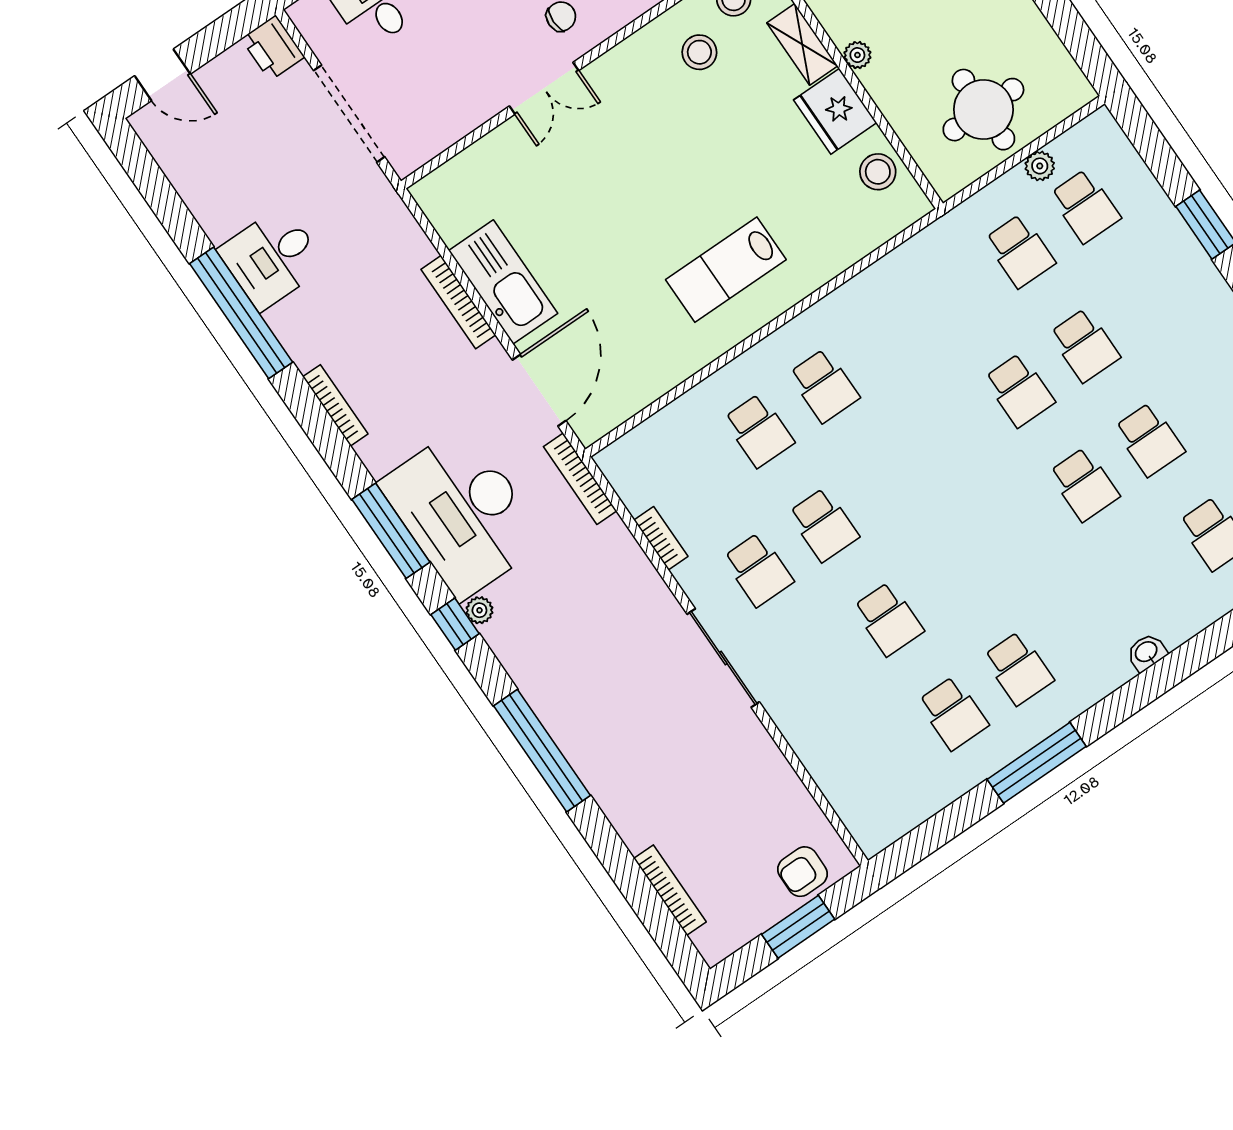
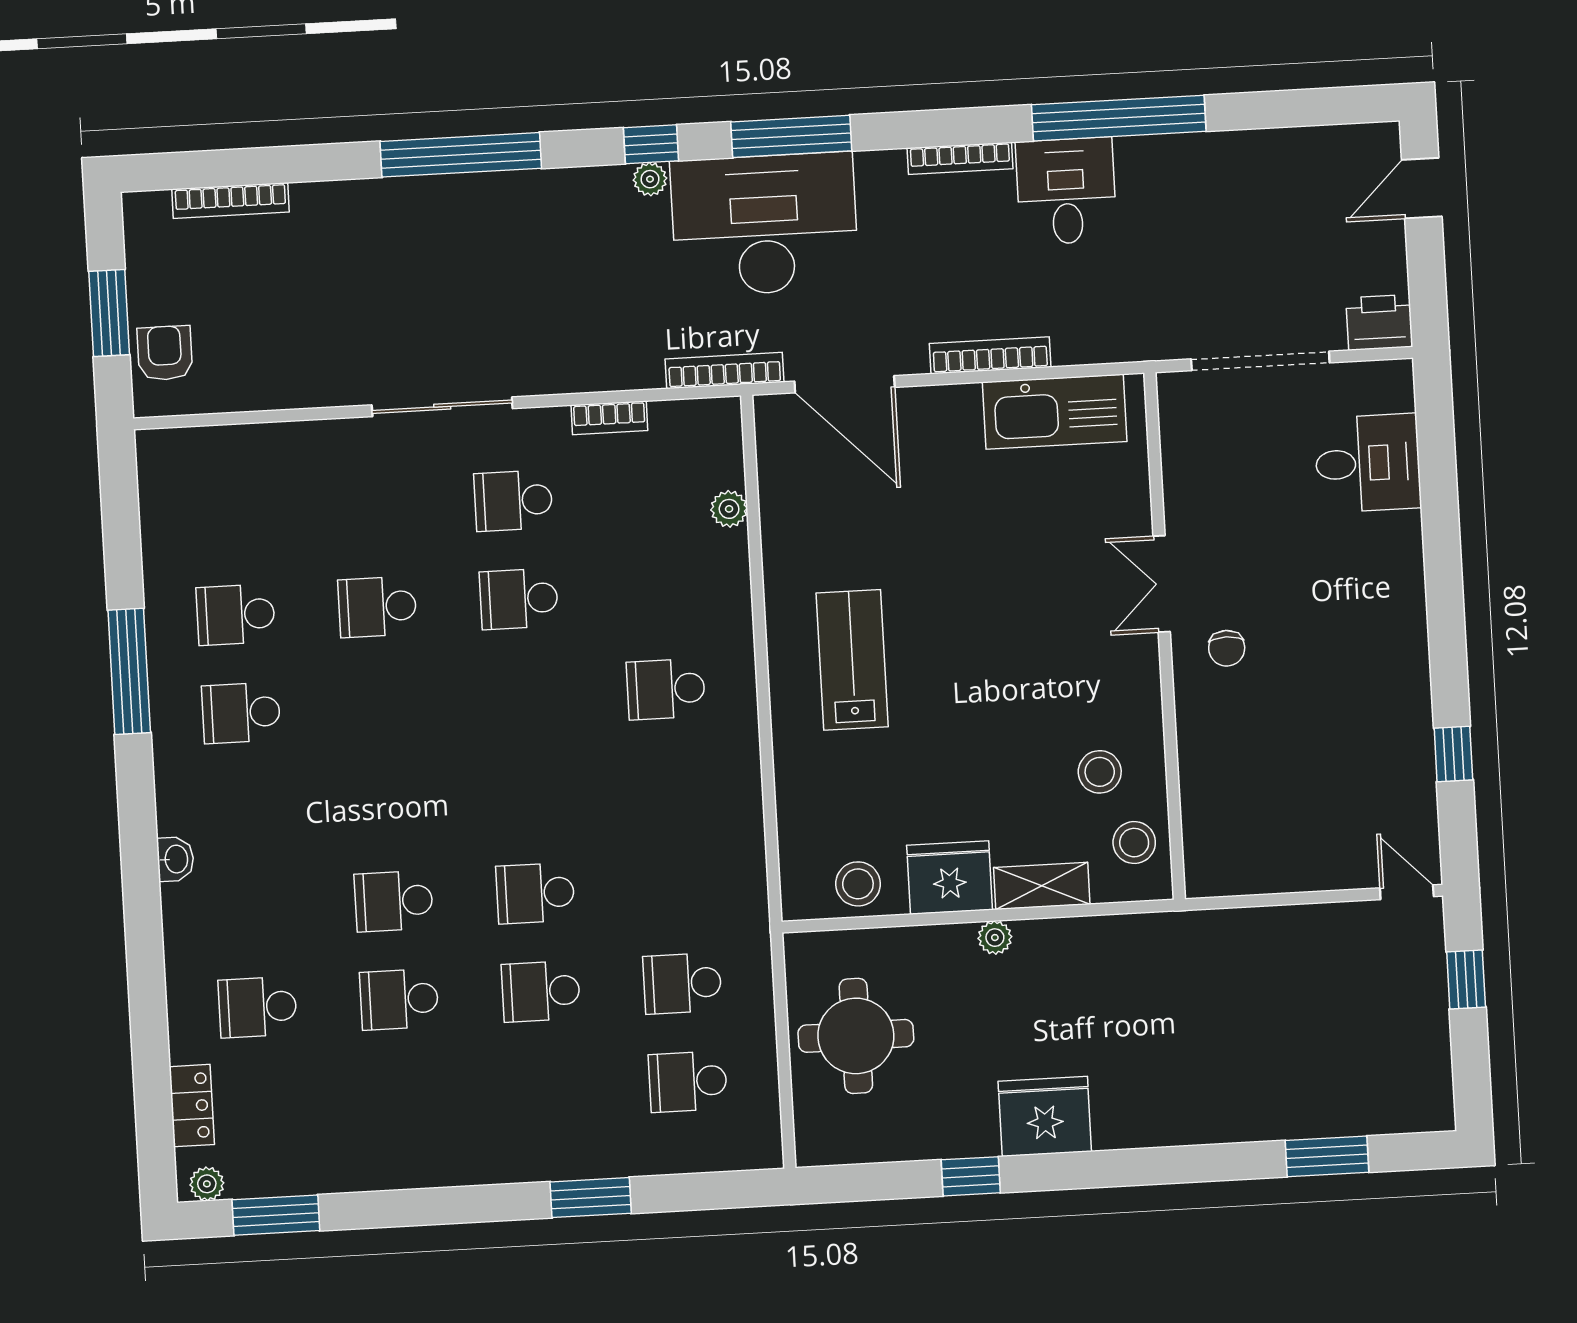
plant: (1040, 166) -> (729, 509), moved
desk: (272, 258) -> (1066, 191), moved
kitchen sink: (503, 282) -> (1055, 412), moved
school desk: (759, 431) -> (660, 591), removed

